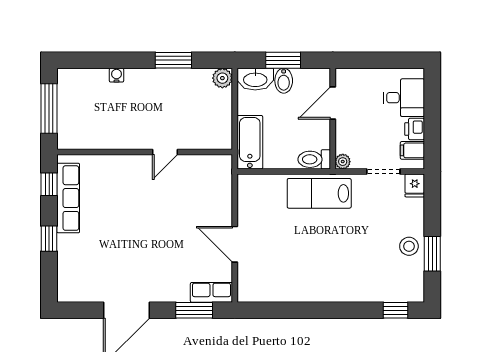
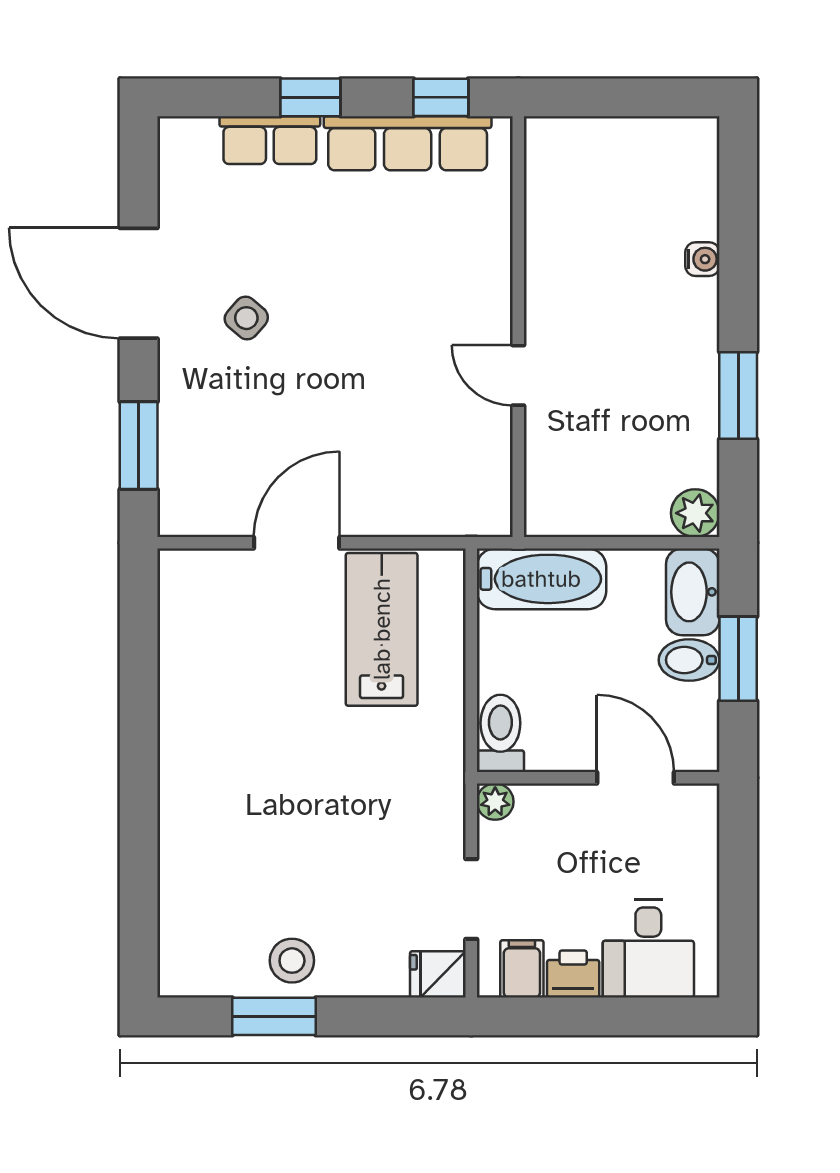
window: (49, 108) -> (623, 97), removed
lab bench: (319, 193) -> (382, 629), moved
side table: (141, 265) -> (246, 318), added
row of seats: (211, 292) -> (270, 140), moved, turned 90
window: (396, 310) -> (139, 928), removed

